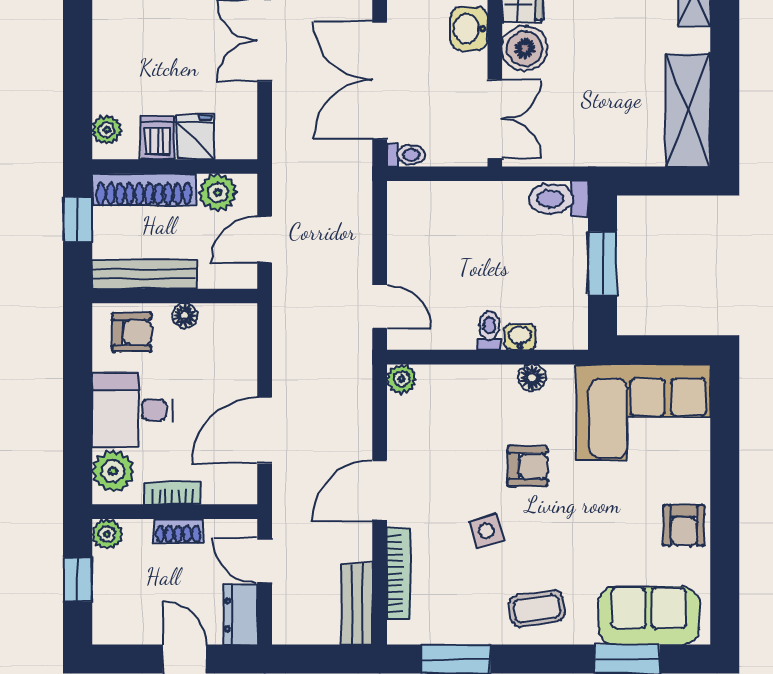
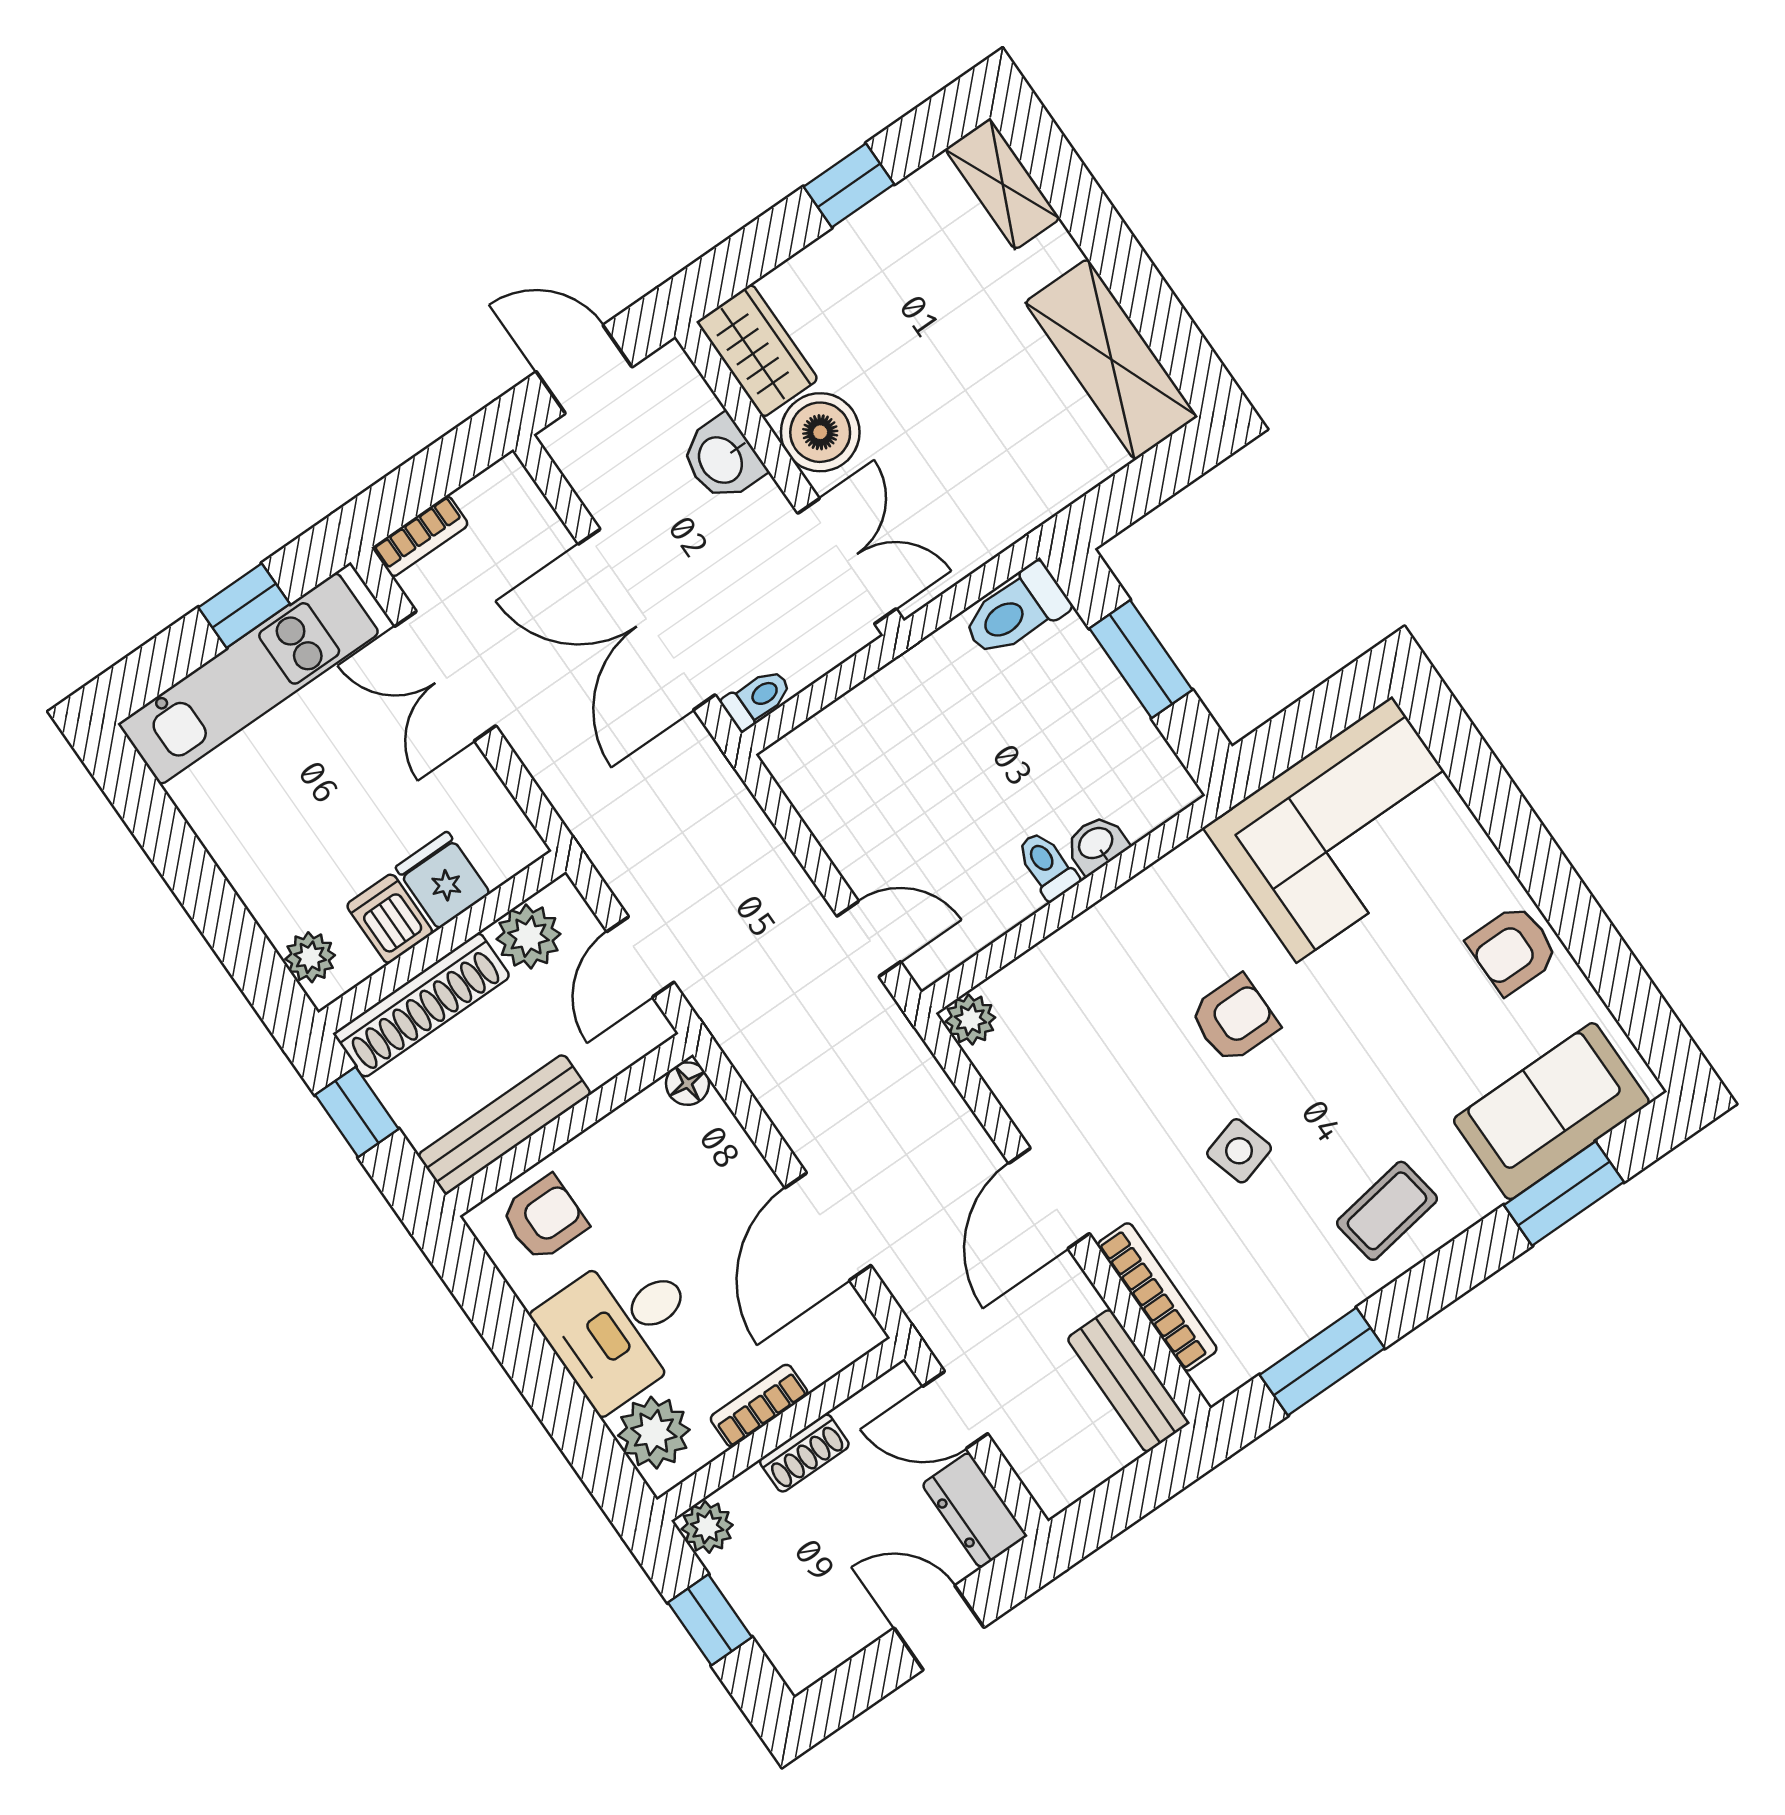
floor lamp: (185, 316) -> (687, 1084), moved
floor lamp: (532, 378) -> (1154, 890), removed
armchair: (684, 526) -> (1513, 949), turned 90

